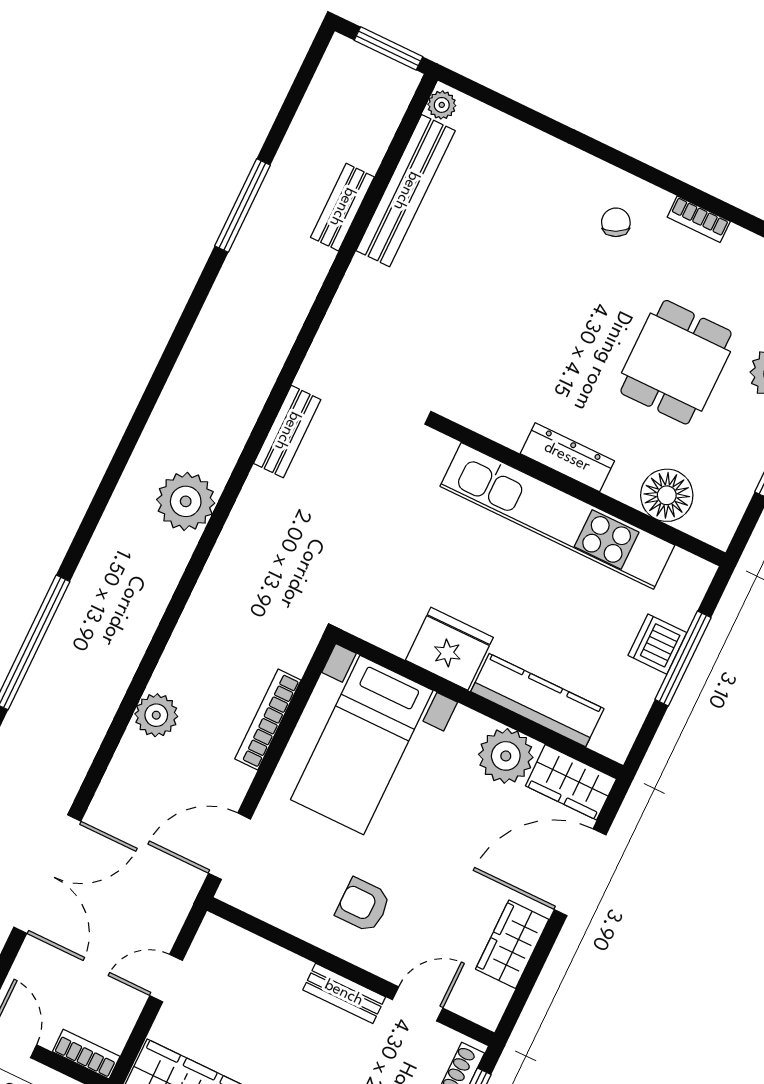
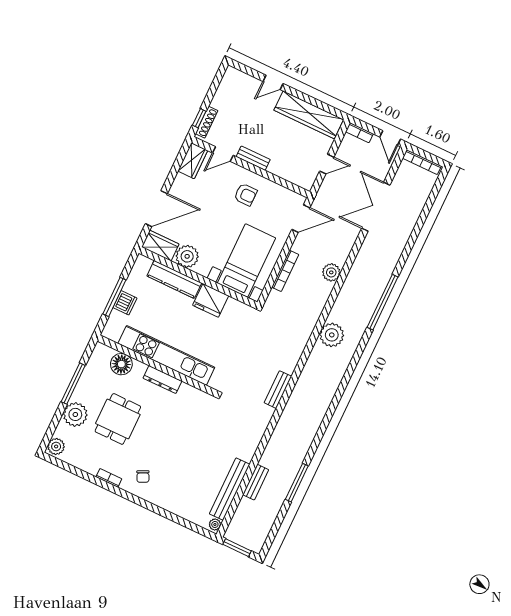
plant: (186, 501) -> (332, 335), moved
wardrobe: (512, 944) -> (193, 161), moved

